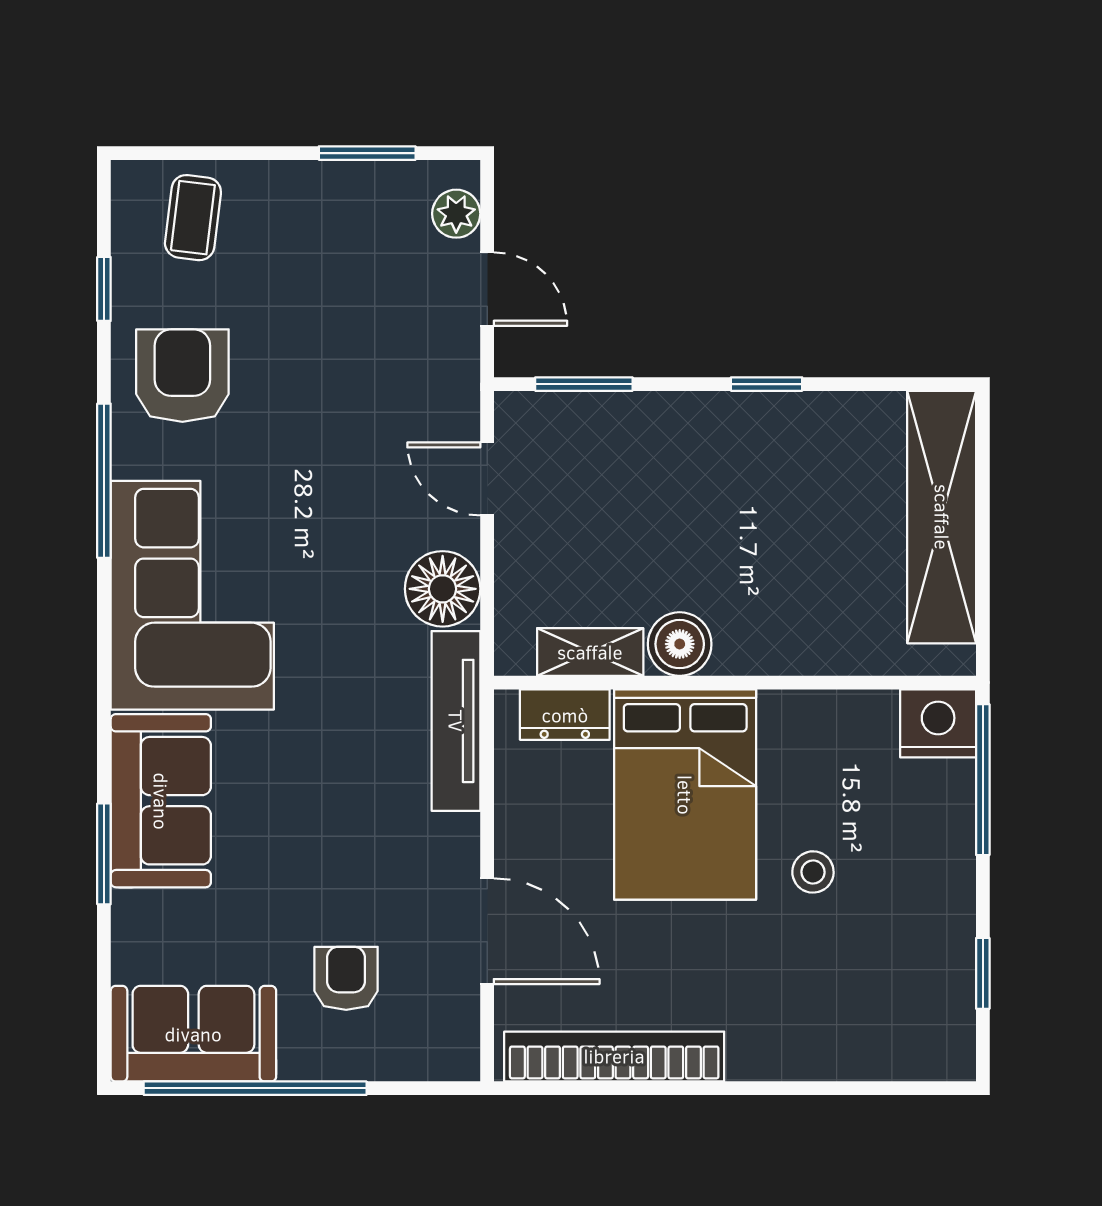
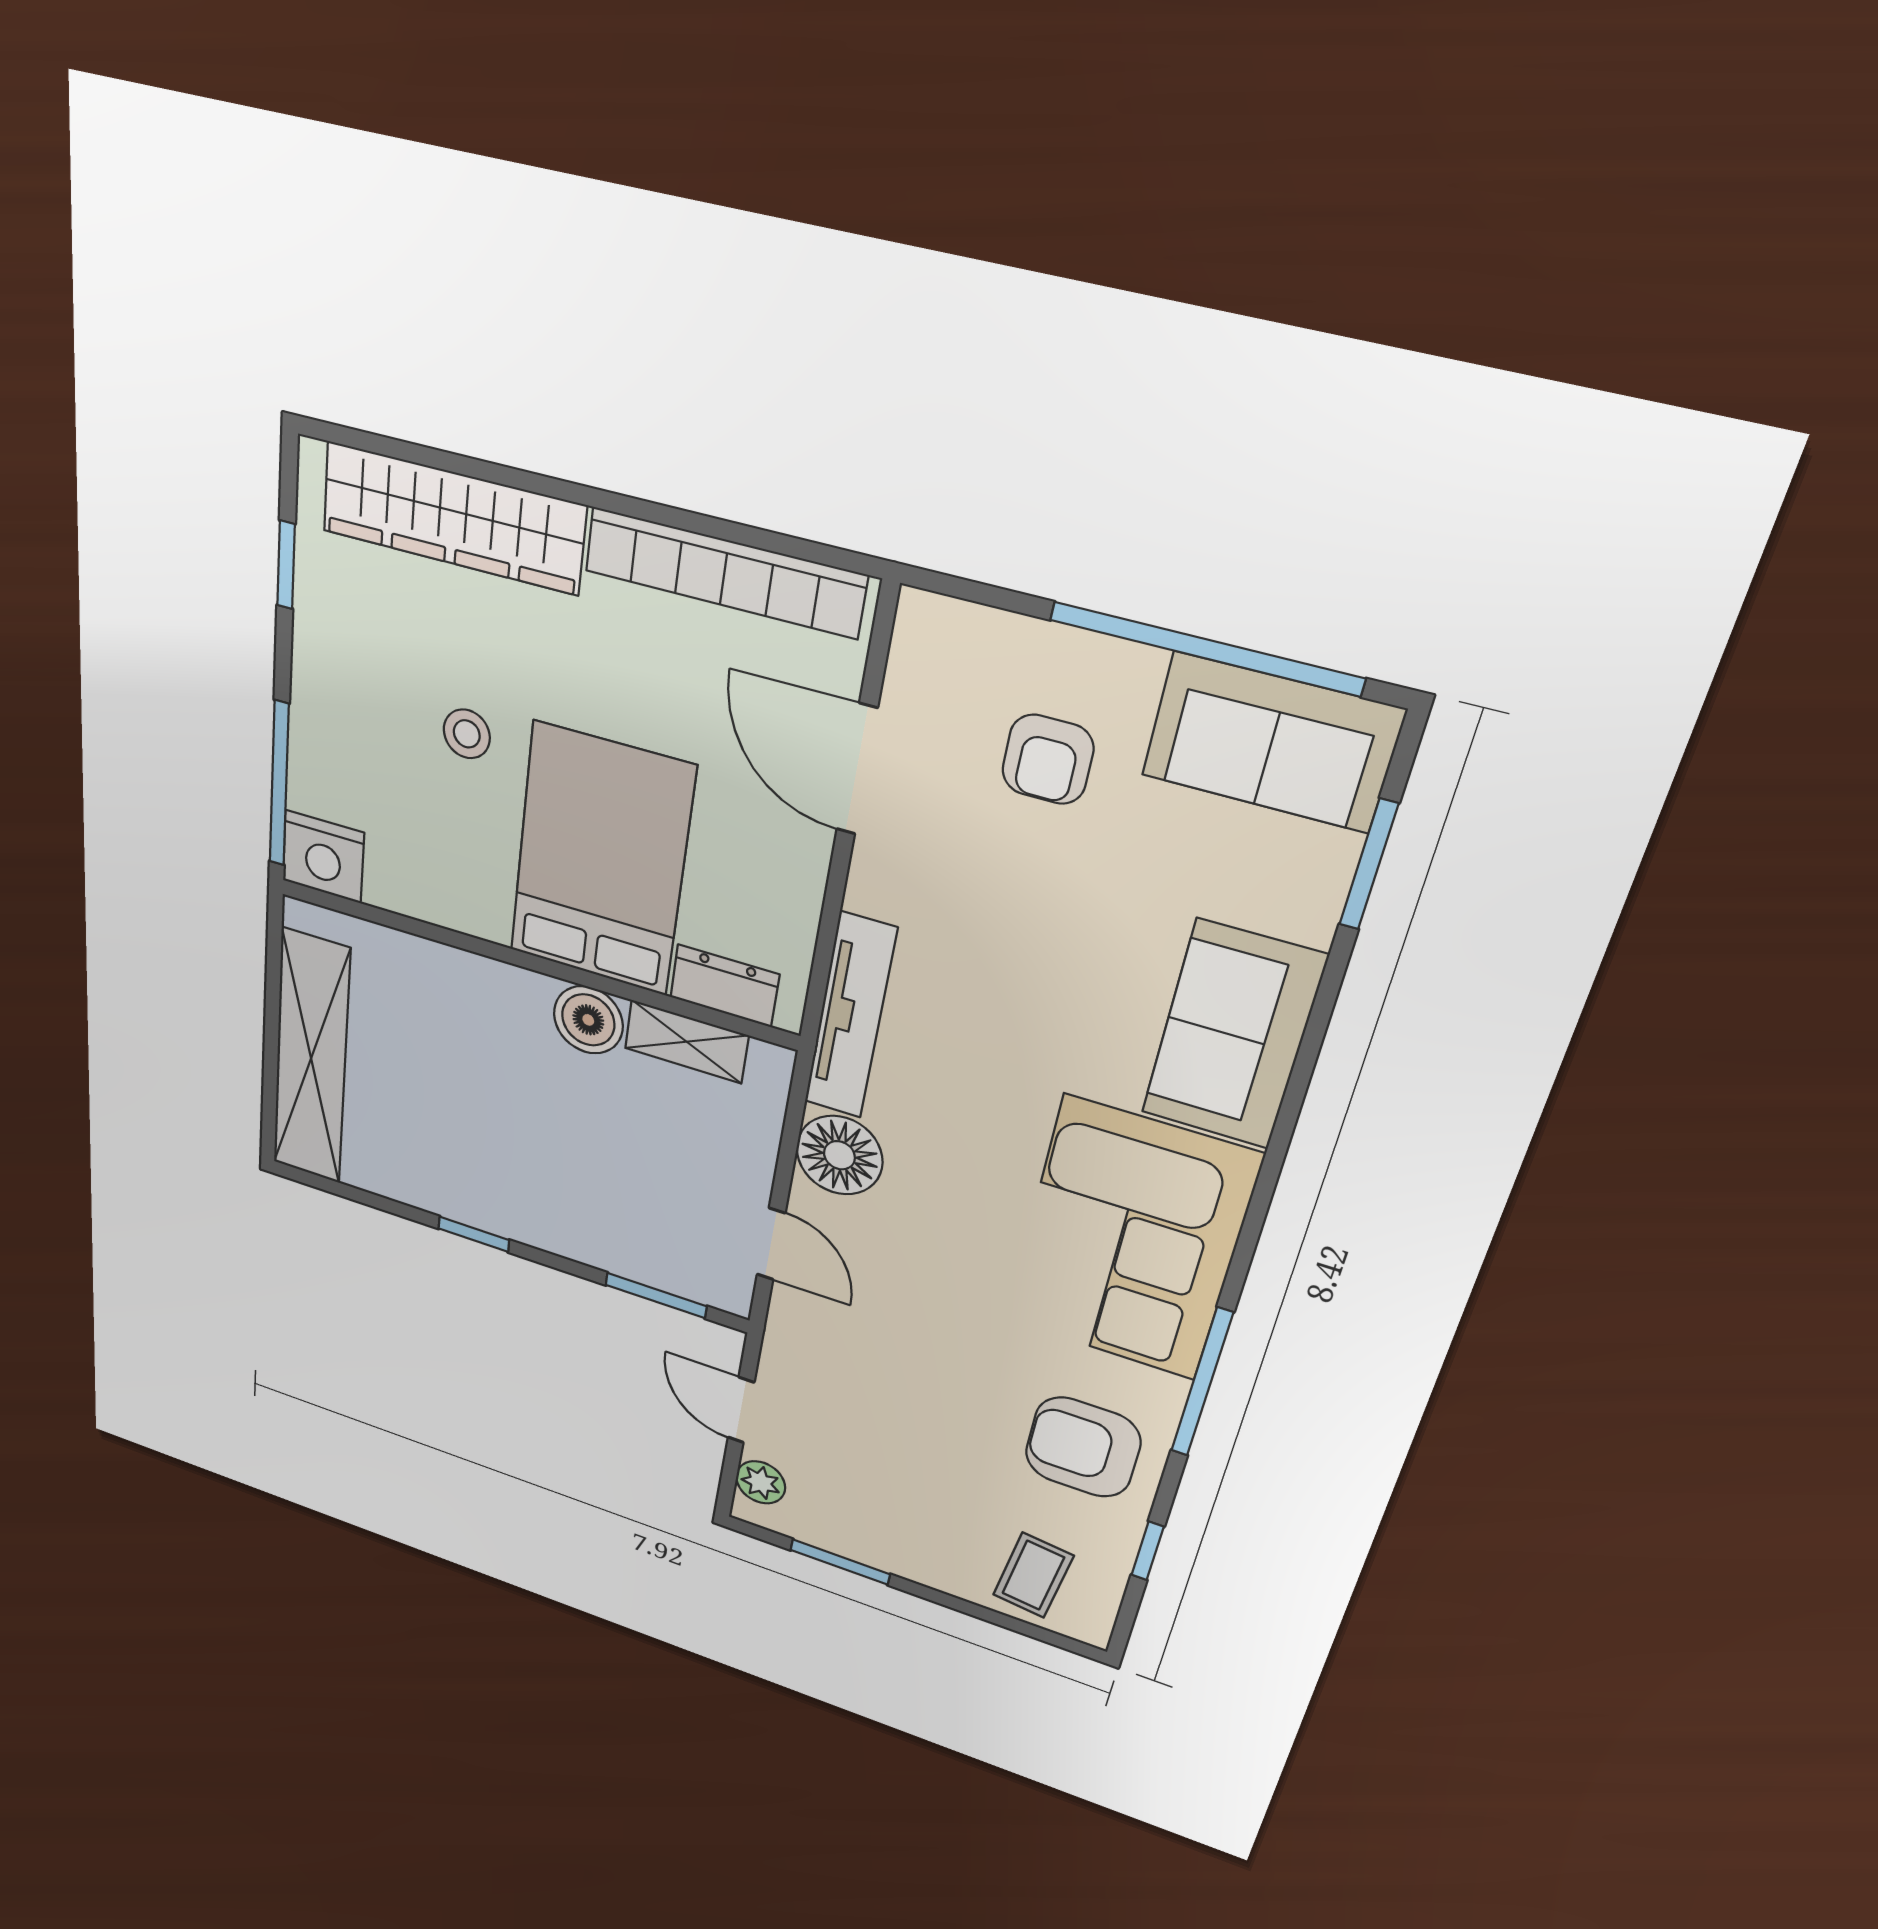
armchair: (182, 376) -> (1083, 1447), turned 90
window: (104, 854) -> (1369, 865), moved
wardrobe: (839, 1046) -> (453, 518), added

